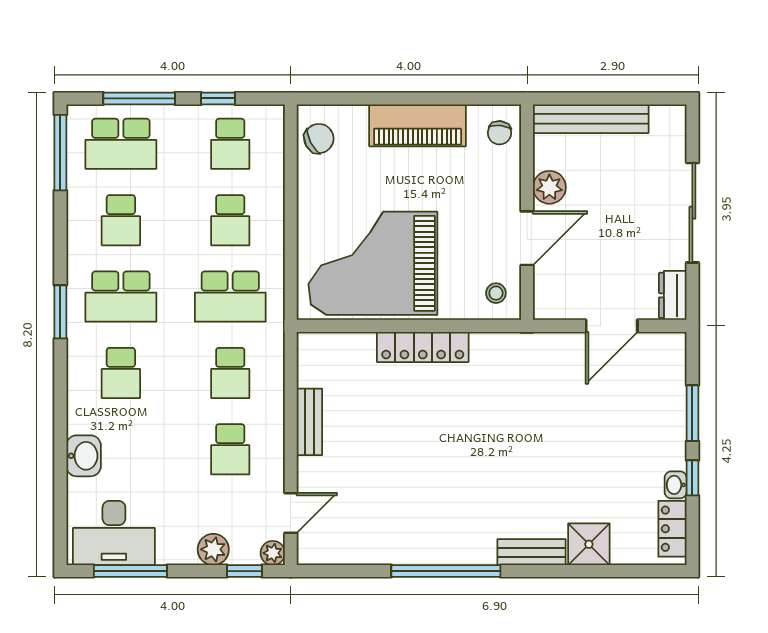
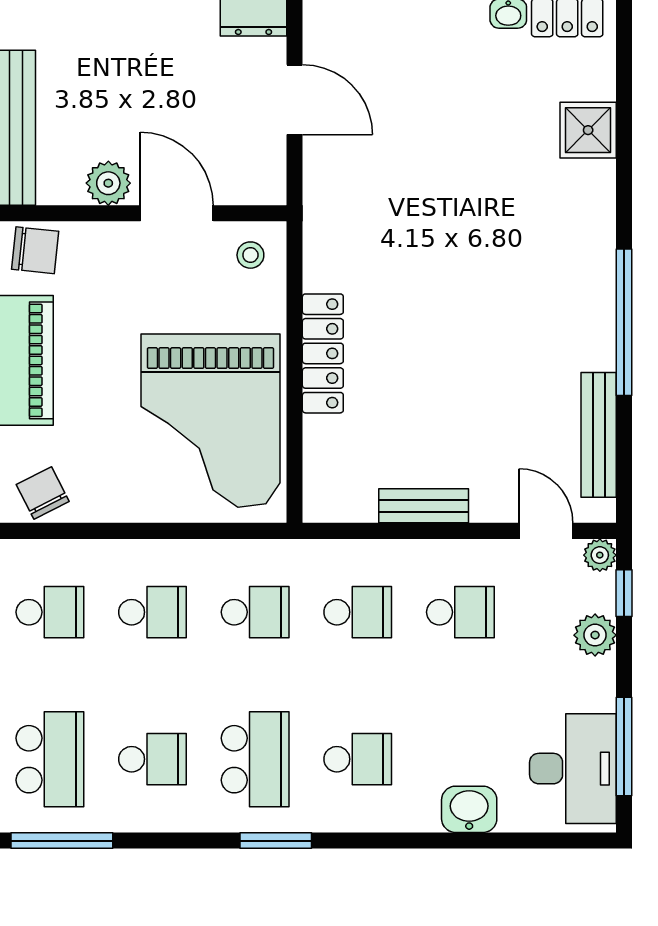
chair: (500, 133) -> (35, 250), width x1.37, depth x1.37
school desk: (230, 297) -> (255, 612), width x0.54
bench: (532, 552) -> (599, 435), moved, width x1.36

